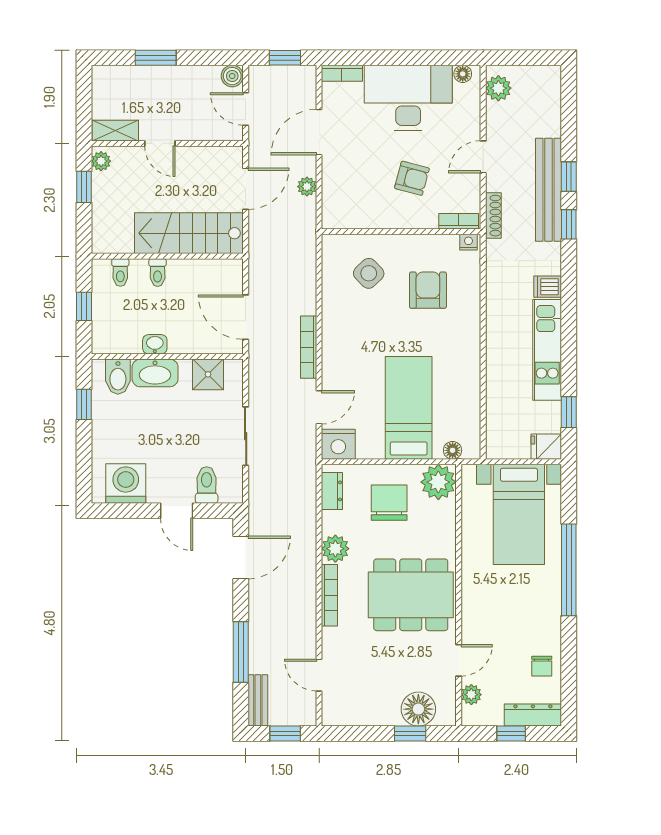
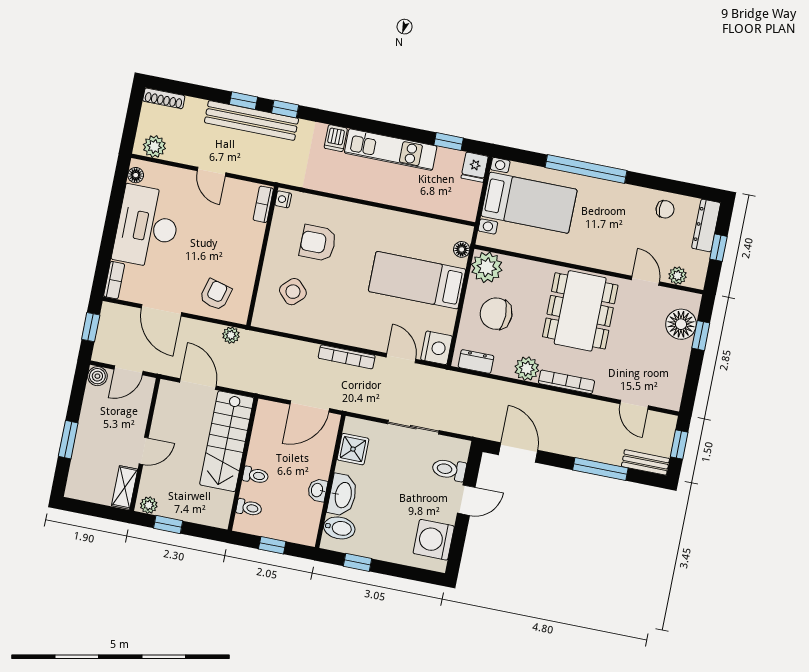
armchair: (412, 178) -> (216, 295), moved
plant: (307, 187) -> (231, 335), moved
shoe rack: (493, 216) -> (164, 98), moved, turned 180
door: (319, 675) -> (634, 405), hinge flipped

